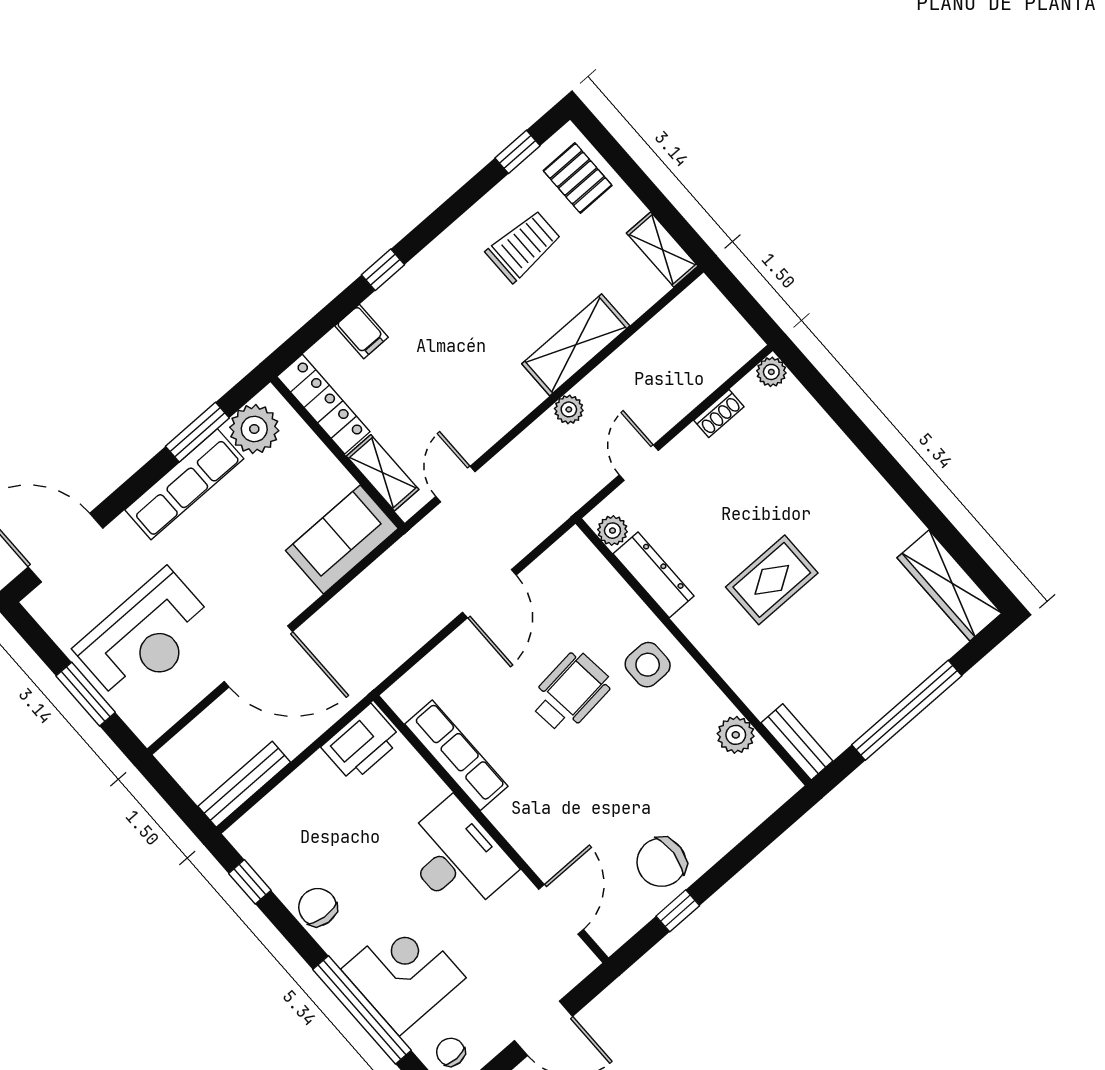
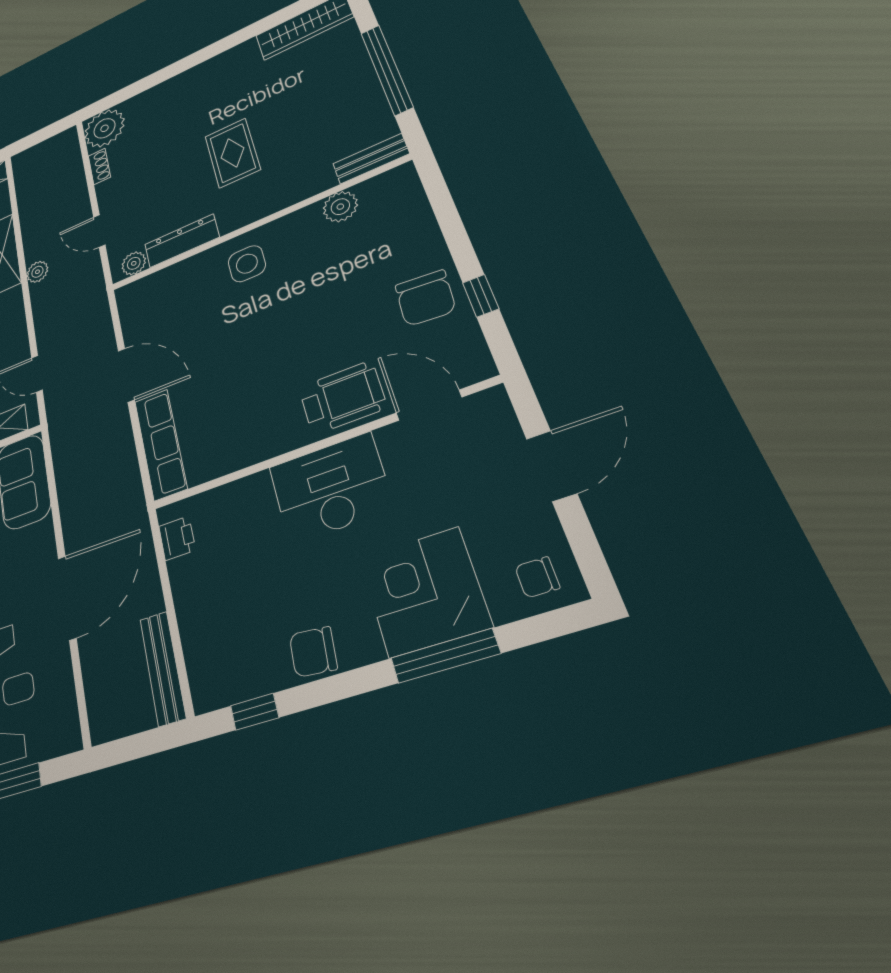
plant: (771, 372) -> (105, 128), width x1.88, depth x1.88
wheelchair: (570, 692) -> (342, 398), moved, turned 96
printer: (362, 743) -> (177, 538), width x0.53, depth x0.68
row of seats: (456, 755) -> (161, 444), moved, turned 90
window: (362, 1010) -> (445, 656), width x0.68

